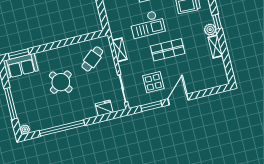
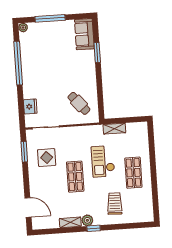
shelving: (120, 50) -> (114, 129), moved
window: (19, 54) -> (97, 53), moved
round table: (61, 82) -> (62, 69), removed
door: (178, 100) -> (28, 208), moved

